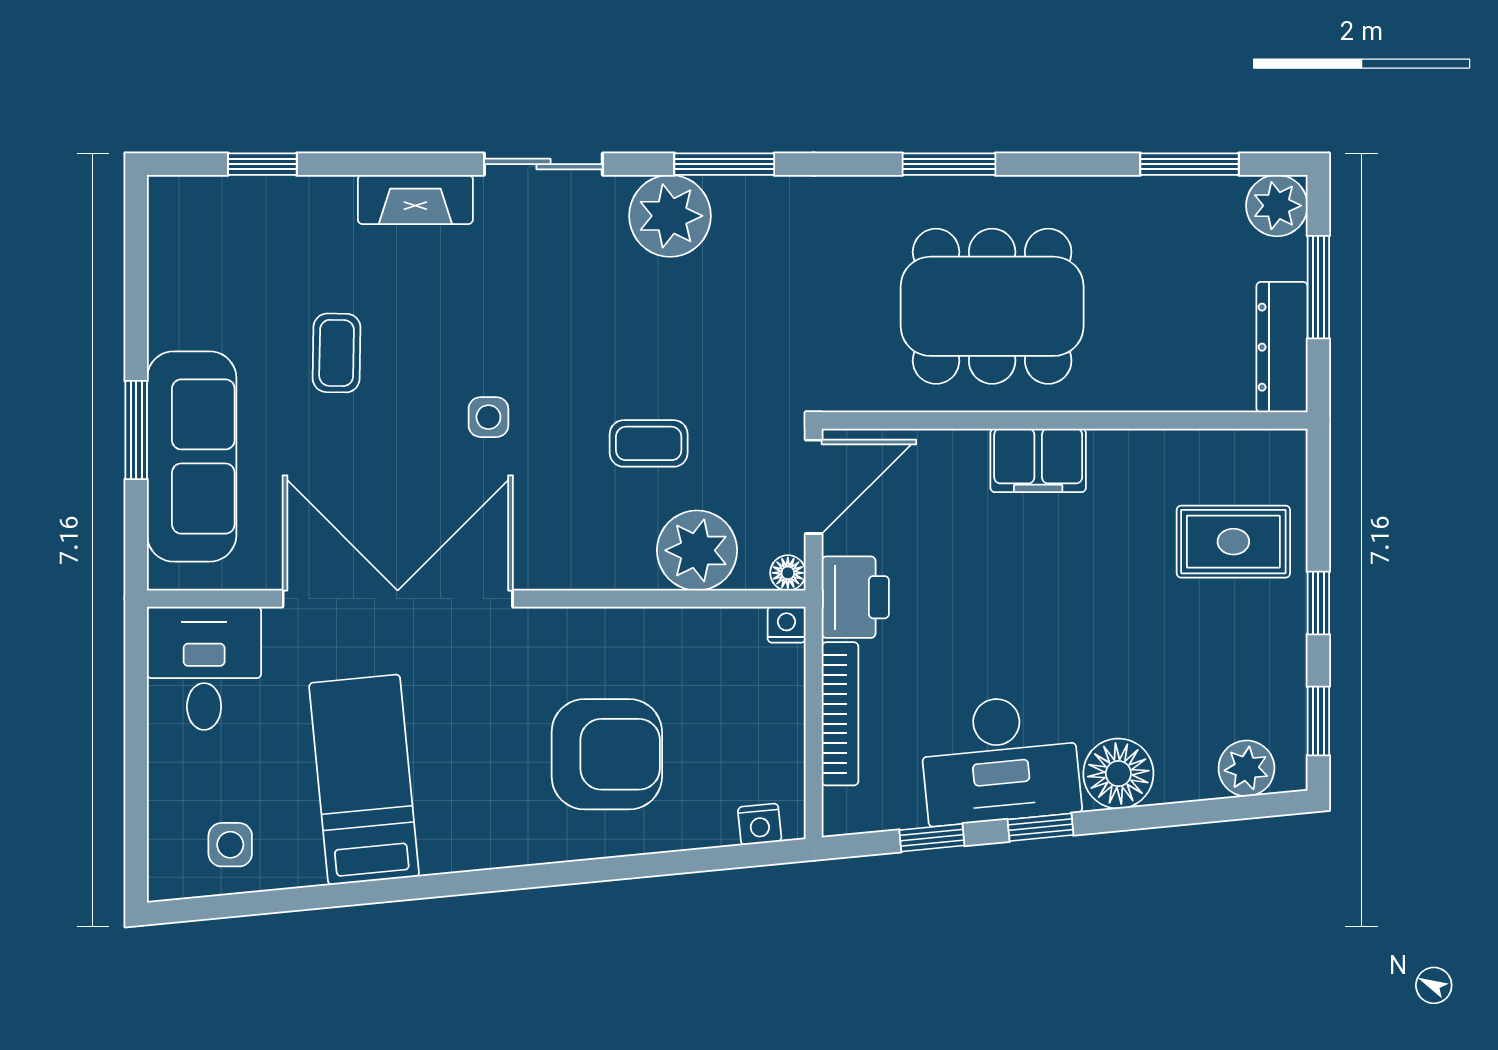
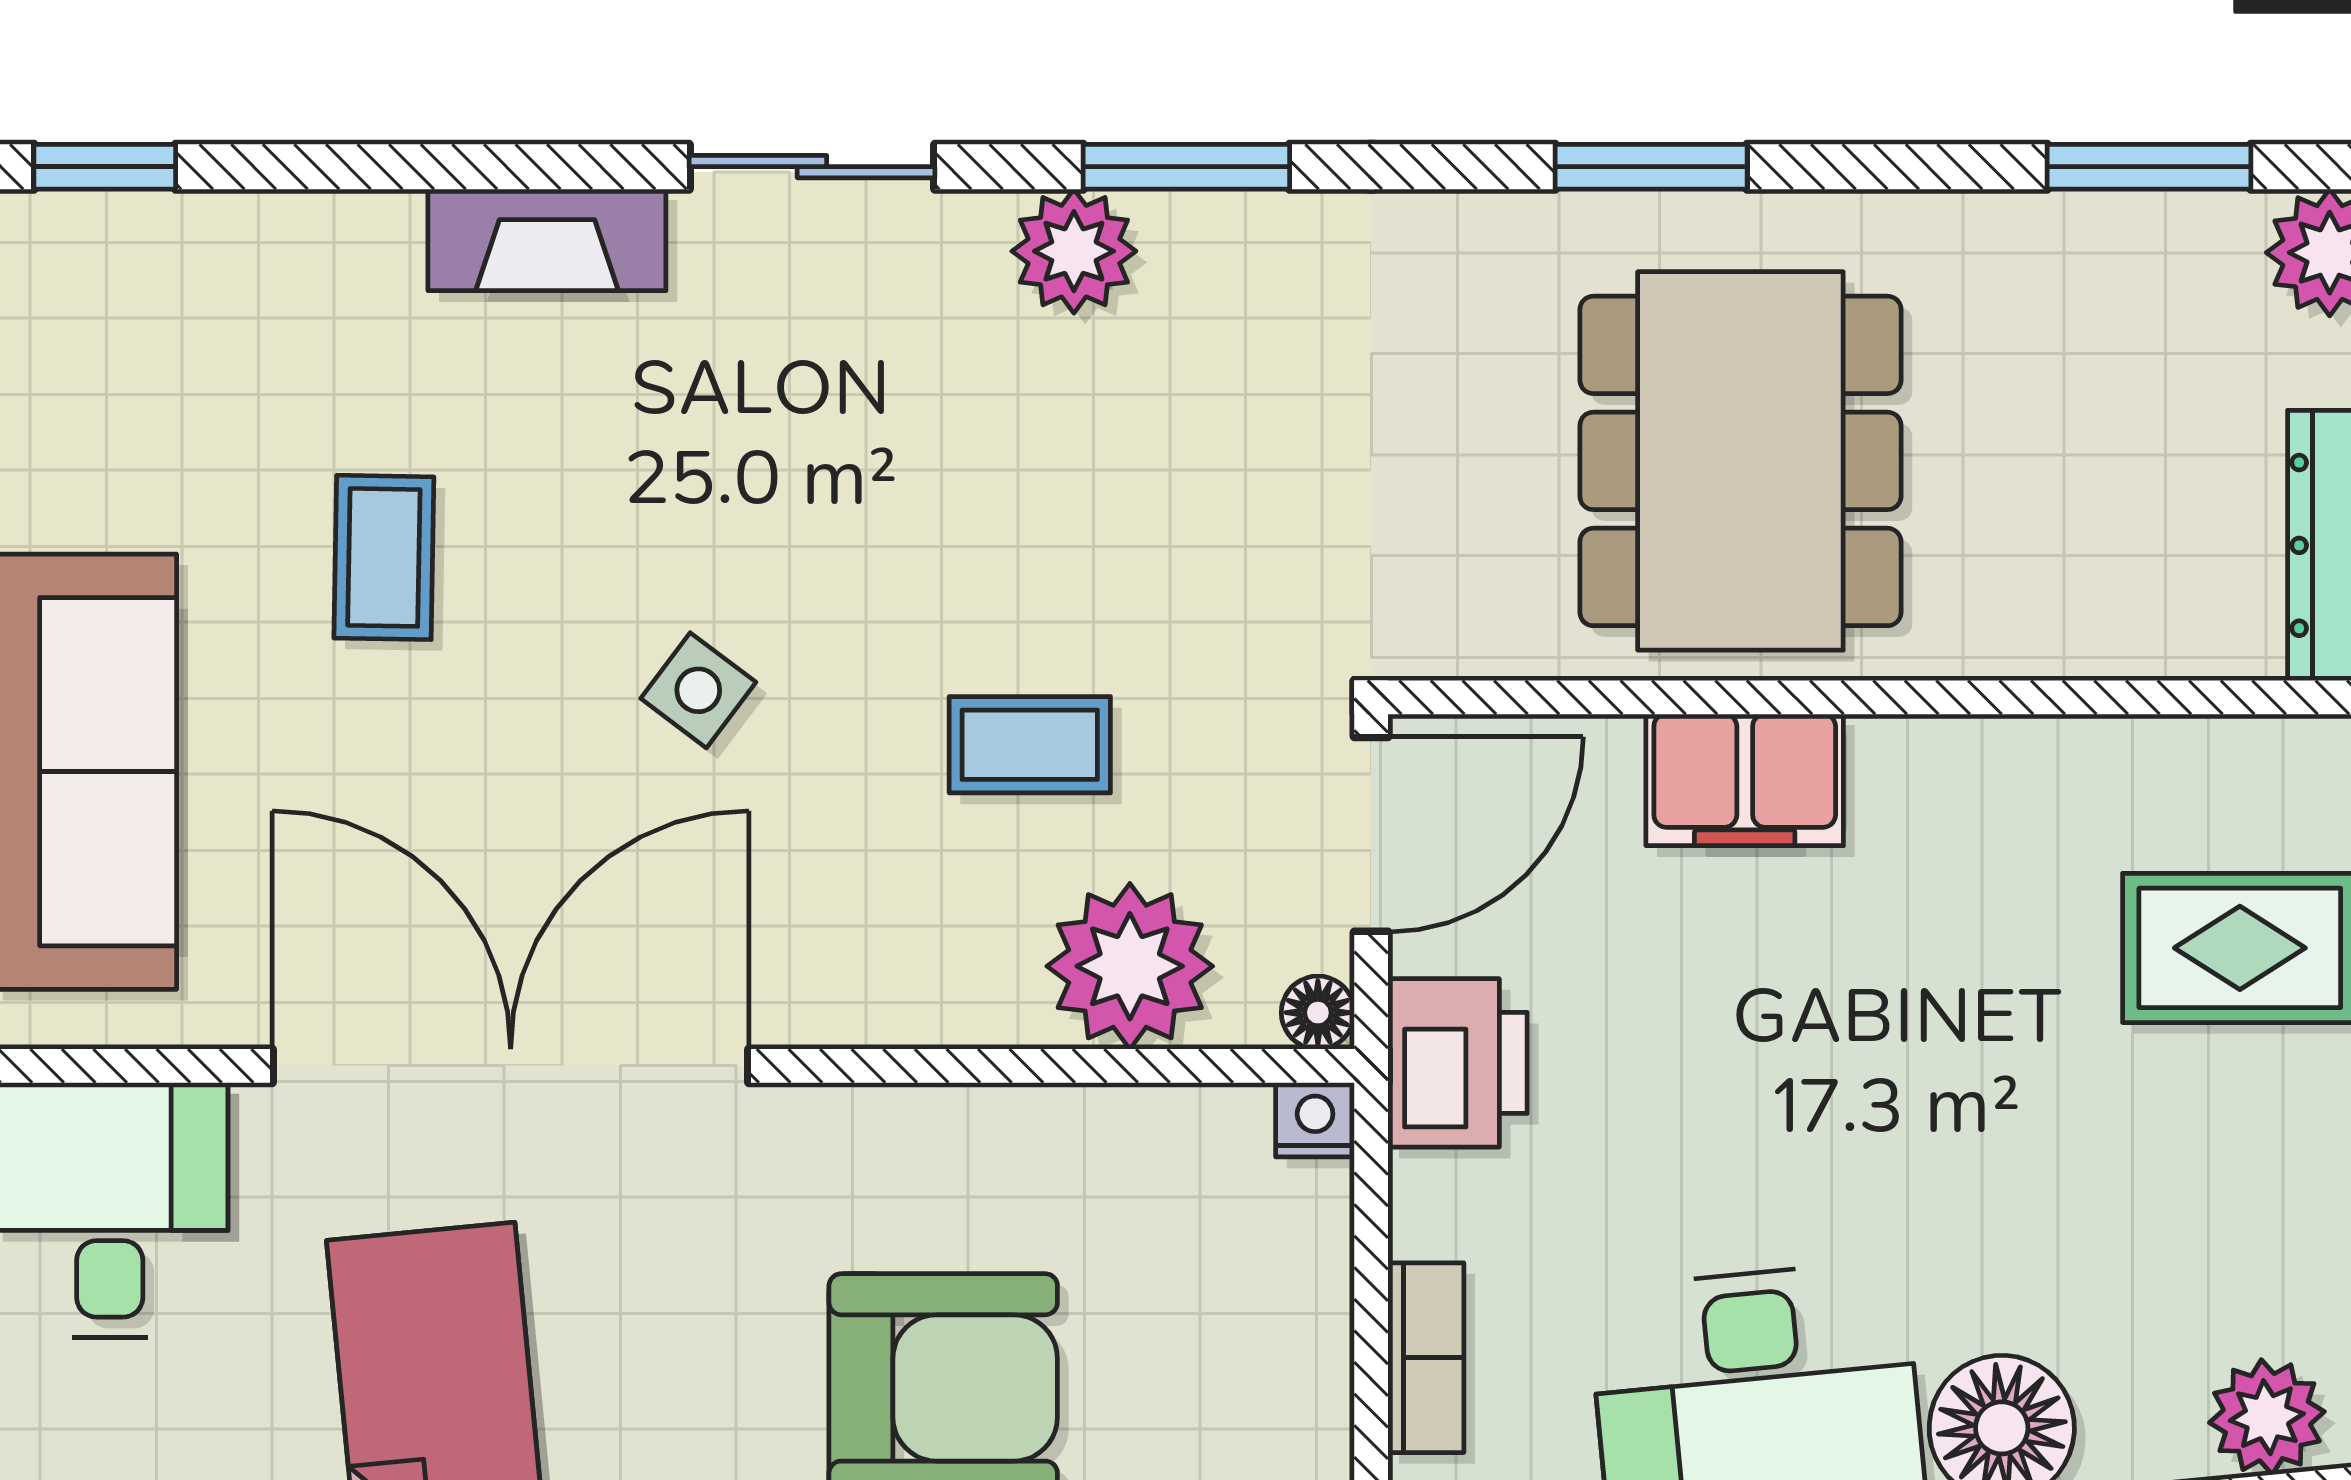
window: (262, 164) -> (105, 167), moved
plant: (670, 216) -> (1074, 251), width x0.73, depth x0.73
dining table: (992, 306) -> (1740, 461), turned 90
side table: (488, 417) -> (698, 690), turned 37
filing cabinet: (1038, 460) -> (1745, 780), moved
bookcase: (840, 714) -> (1426, 1358), width x0.64

